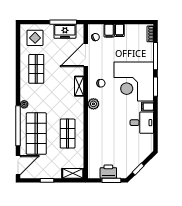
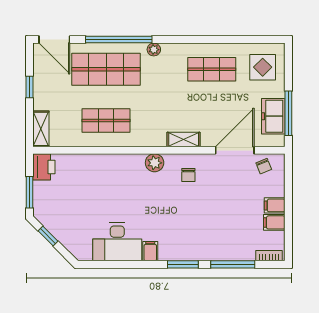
filing cabinet: (109, 31) -> (274, 222), moved
door: (86, 55) -> (235, 150), hinge flipped
corner desk: (134, 82) -> (191, 229), removed
desk: (142, 123) -> (117, 242), width x1.37
printer: (108, 172) -> (44, 167), moved

